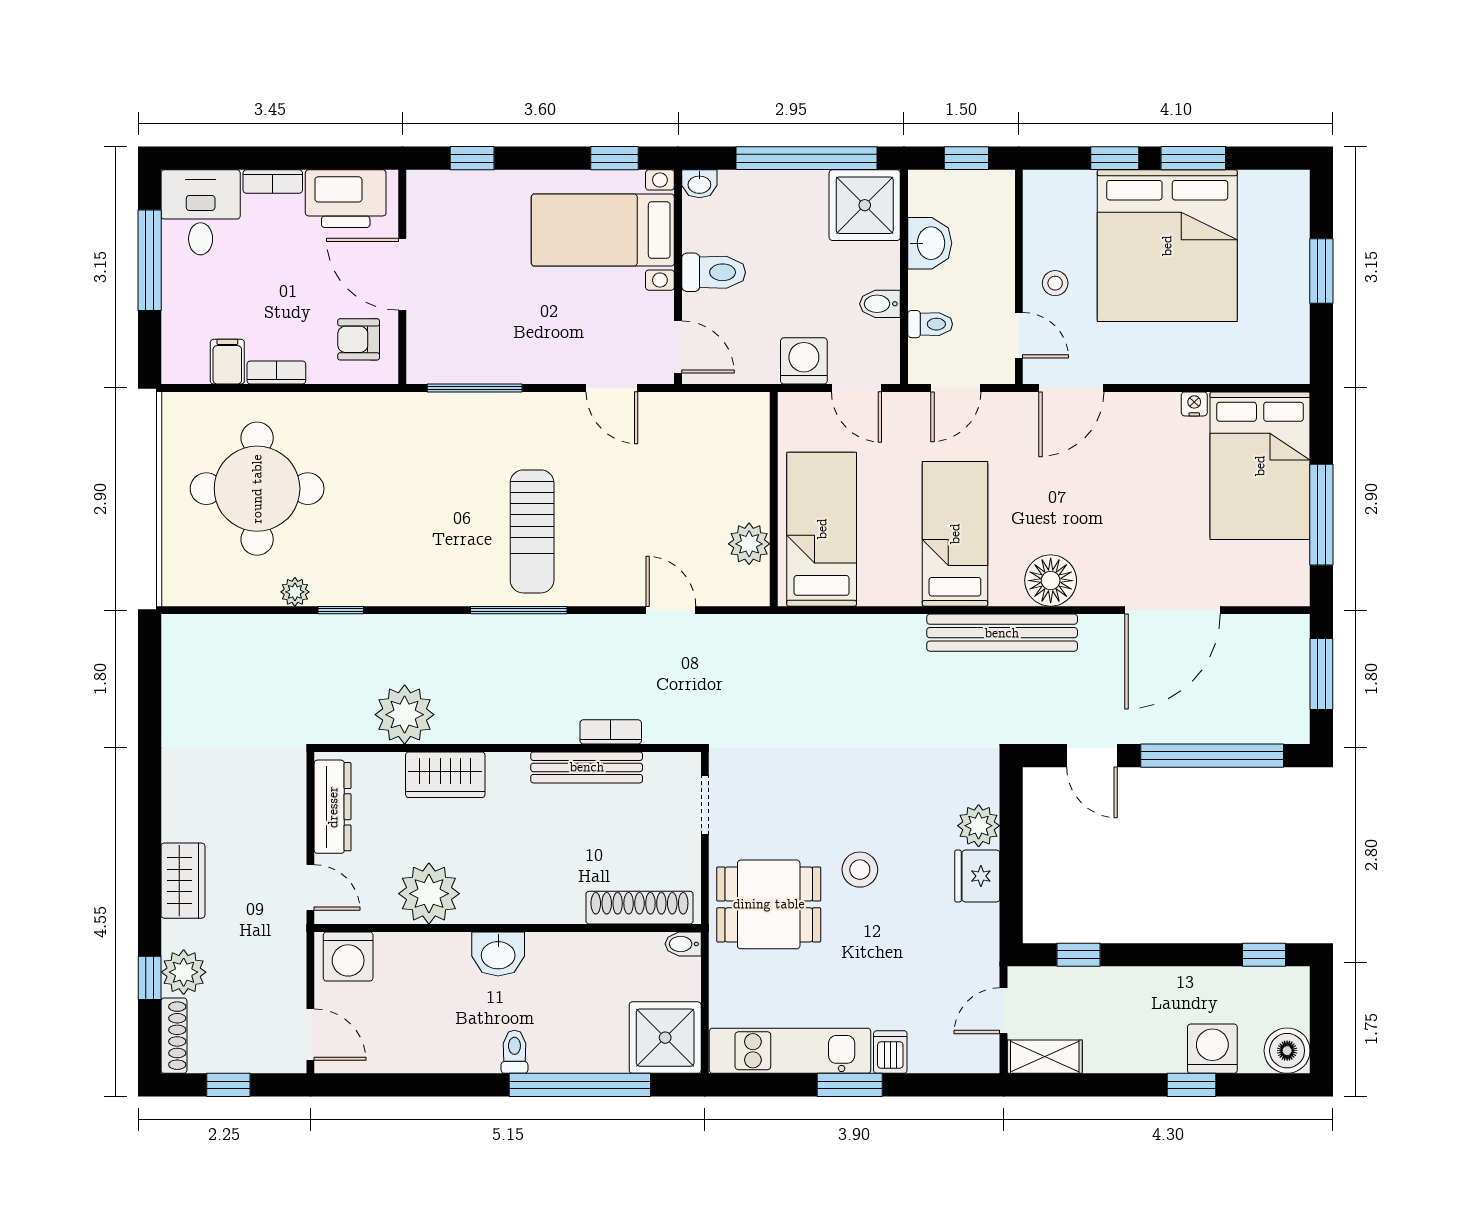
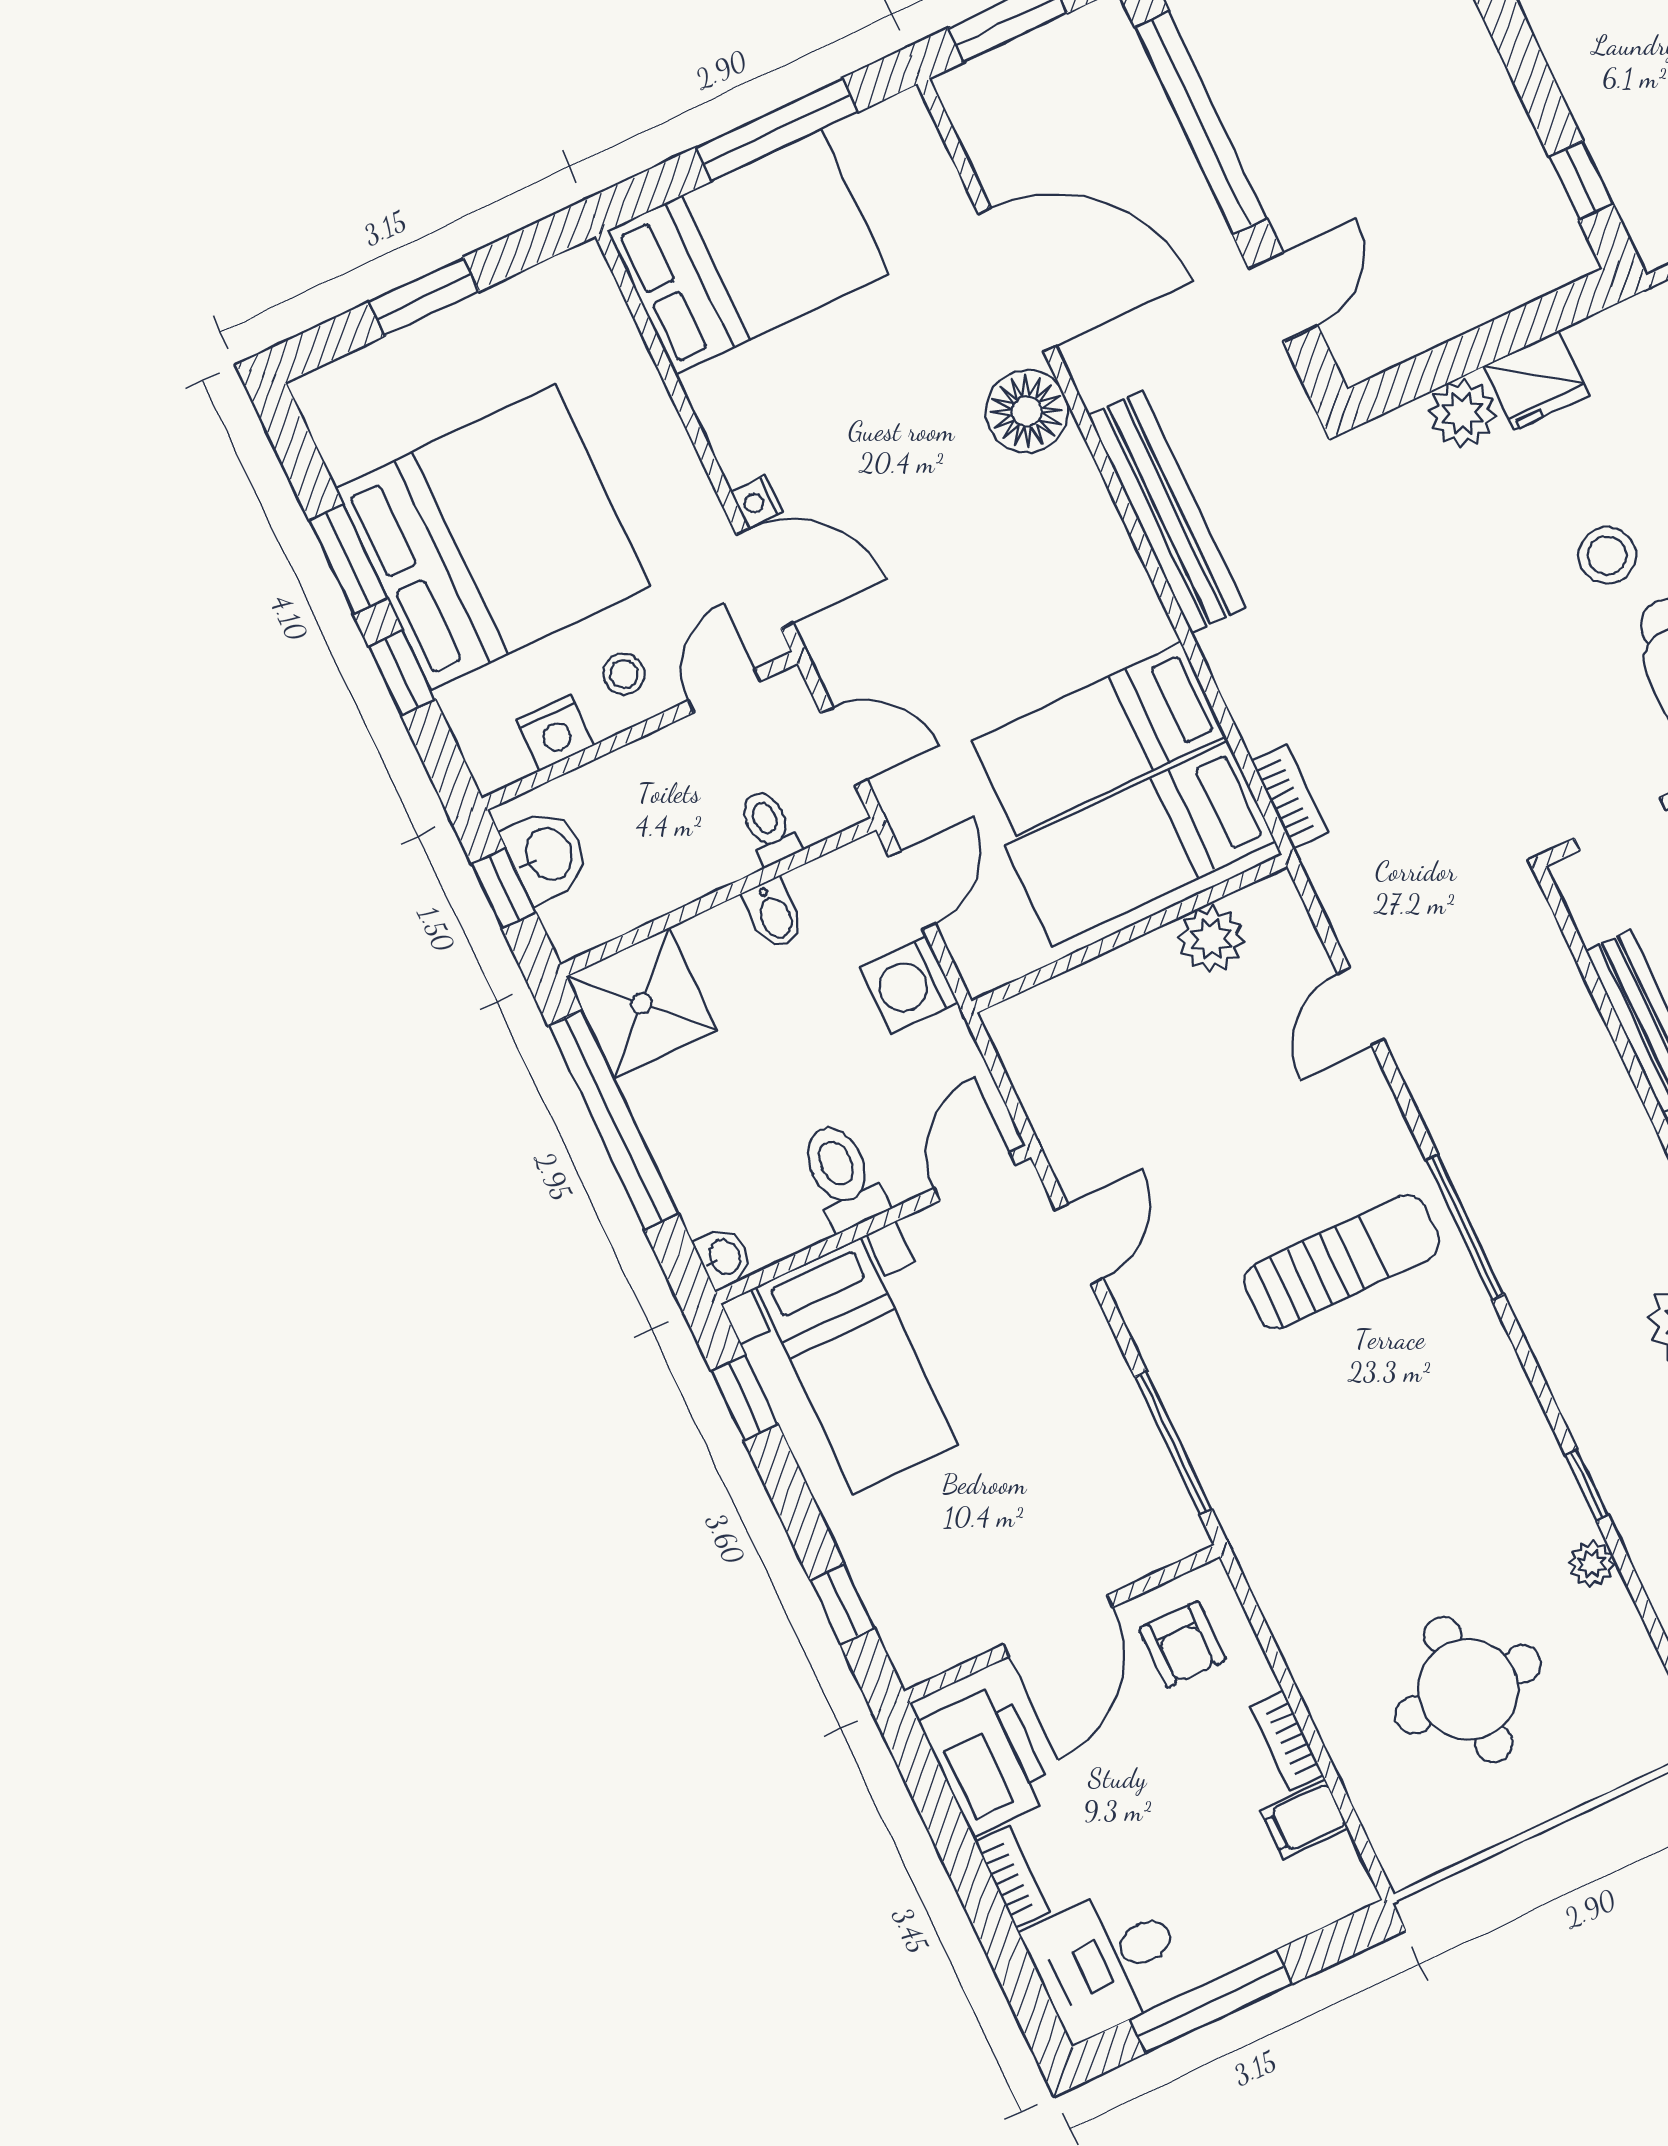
nightstand: (1040, 228) -> (555, 733), added
washbasin: (930, 243) -> (547, 855), moved, turned 90
nightstand: (1194, 404) -> (757, 502), moved
round table: (257, 489) -> (1468, 1689), width x0.73, depth x0.73
bed: (955, 534) -> (1099, 739), moved
floor lamp: (1051, 581) -> (1027, 411), moved
bookcase: (611, 732) -> (1290, 796), moved, turned 180

